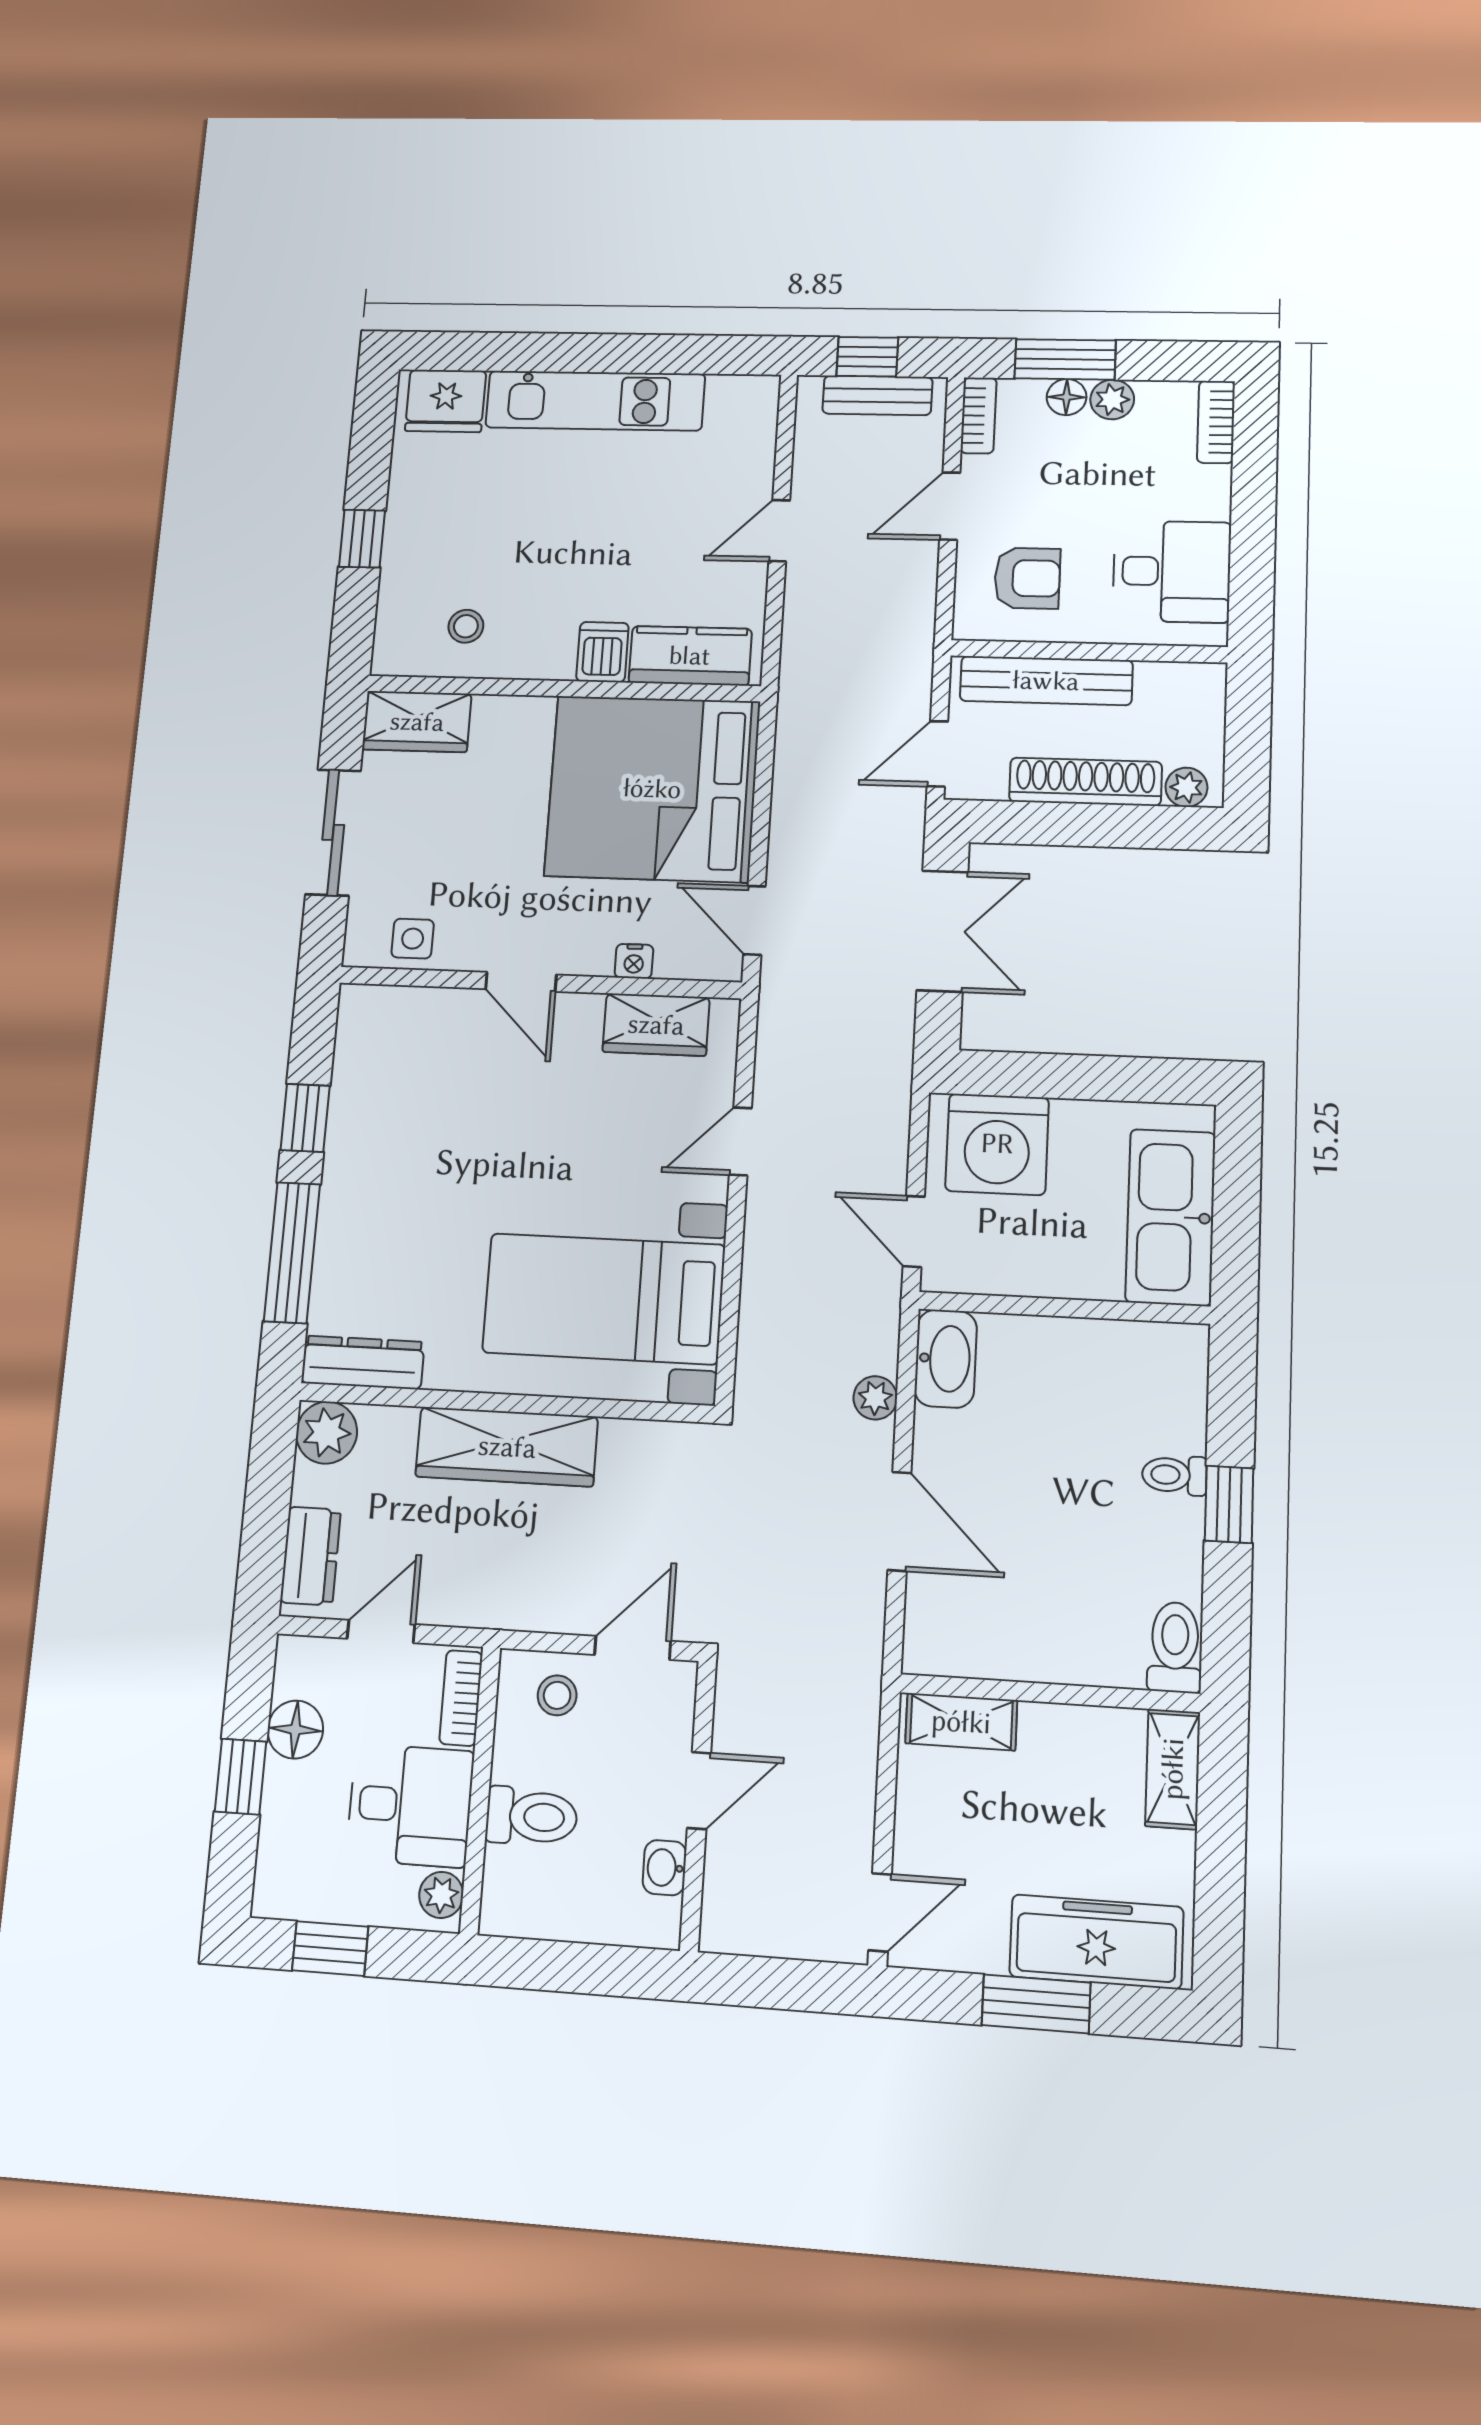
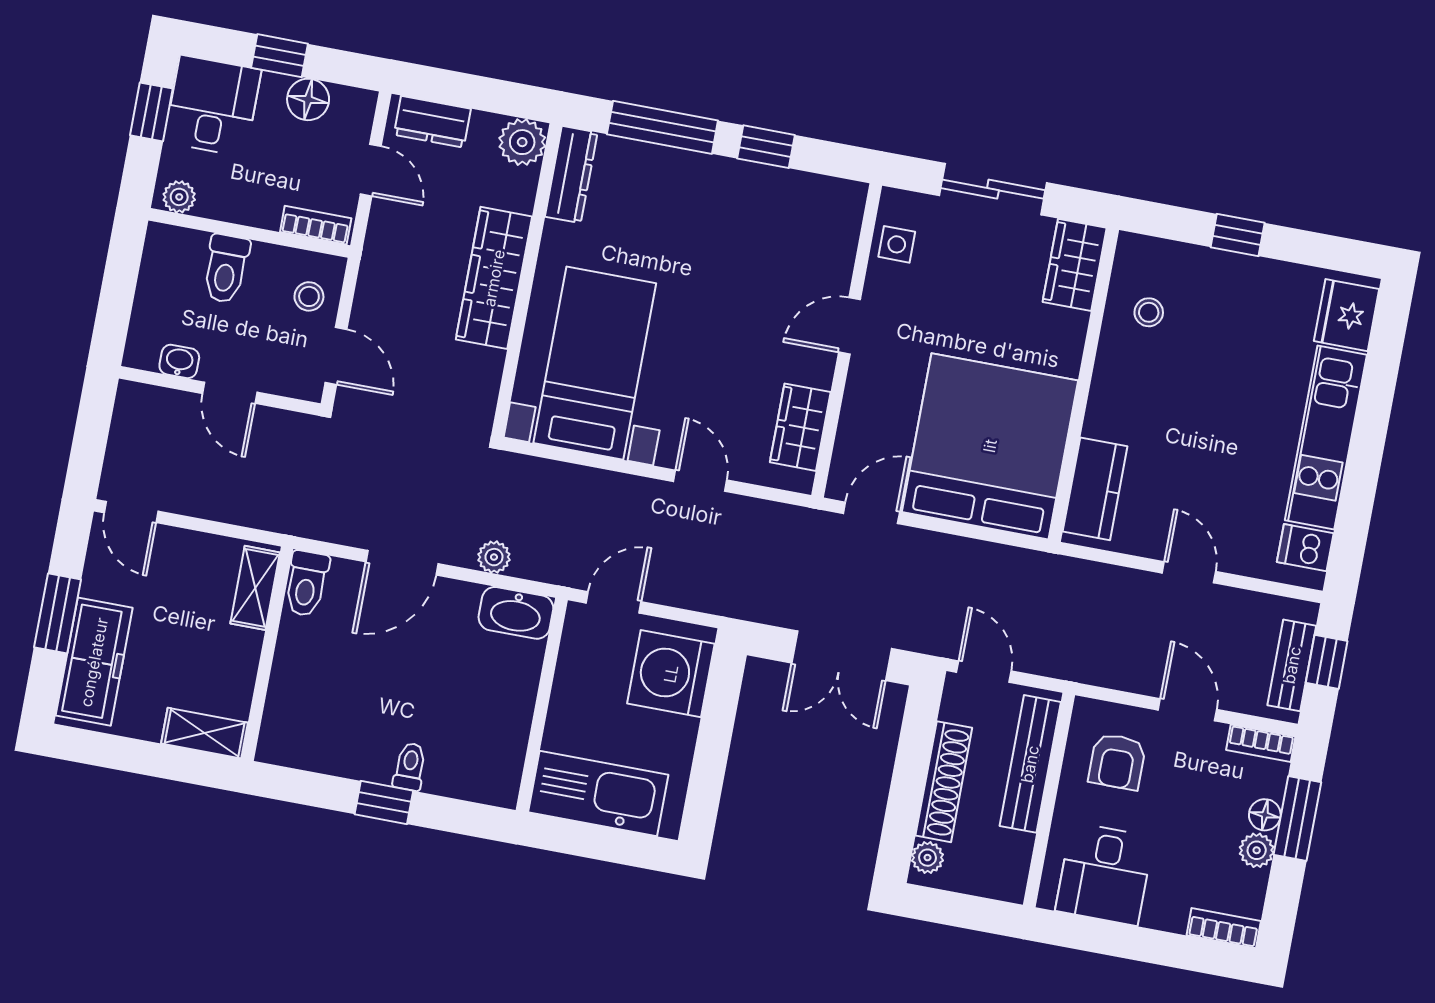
dishwasher: (602, 652) -> (1305, 548), moved, turned 180
nightstand: (634, 961) -> (853, 416), removed
toilet: (1175, 1647) -> (306, 583), moved, turned 90
desk: (410, 1805) -> (213, 106), moved, turned 180

